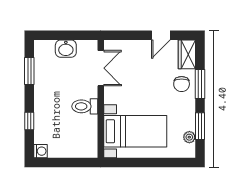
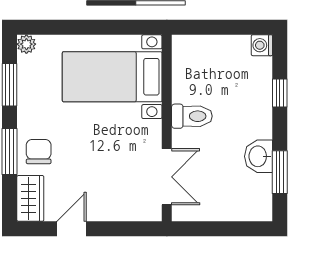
washbasin: (66, 49) -> (259, 156), moved, turned -90
double door: (101, 68) -> (167, 177), swing flipped
plant: (189, 137) -> (26, 44), moved

